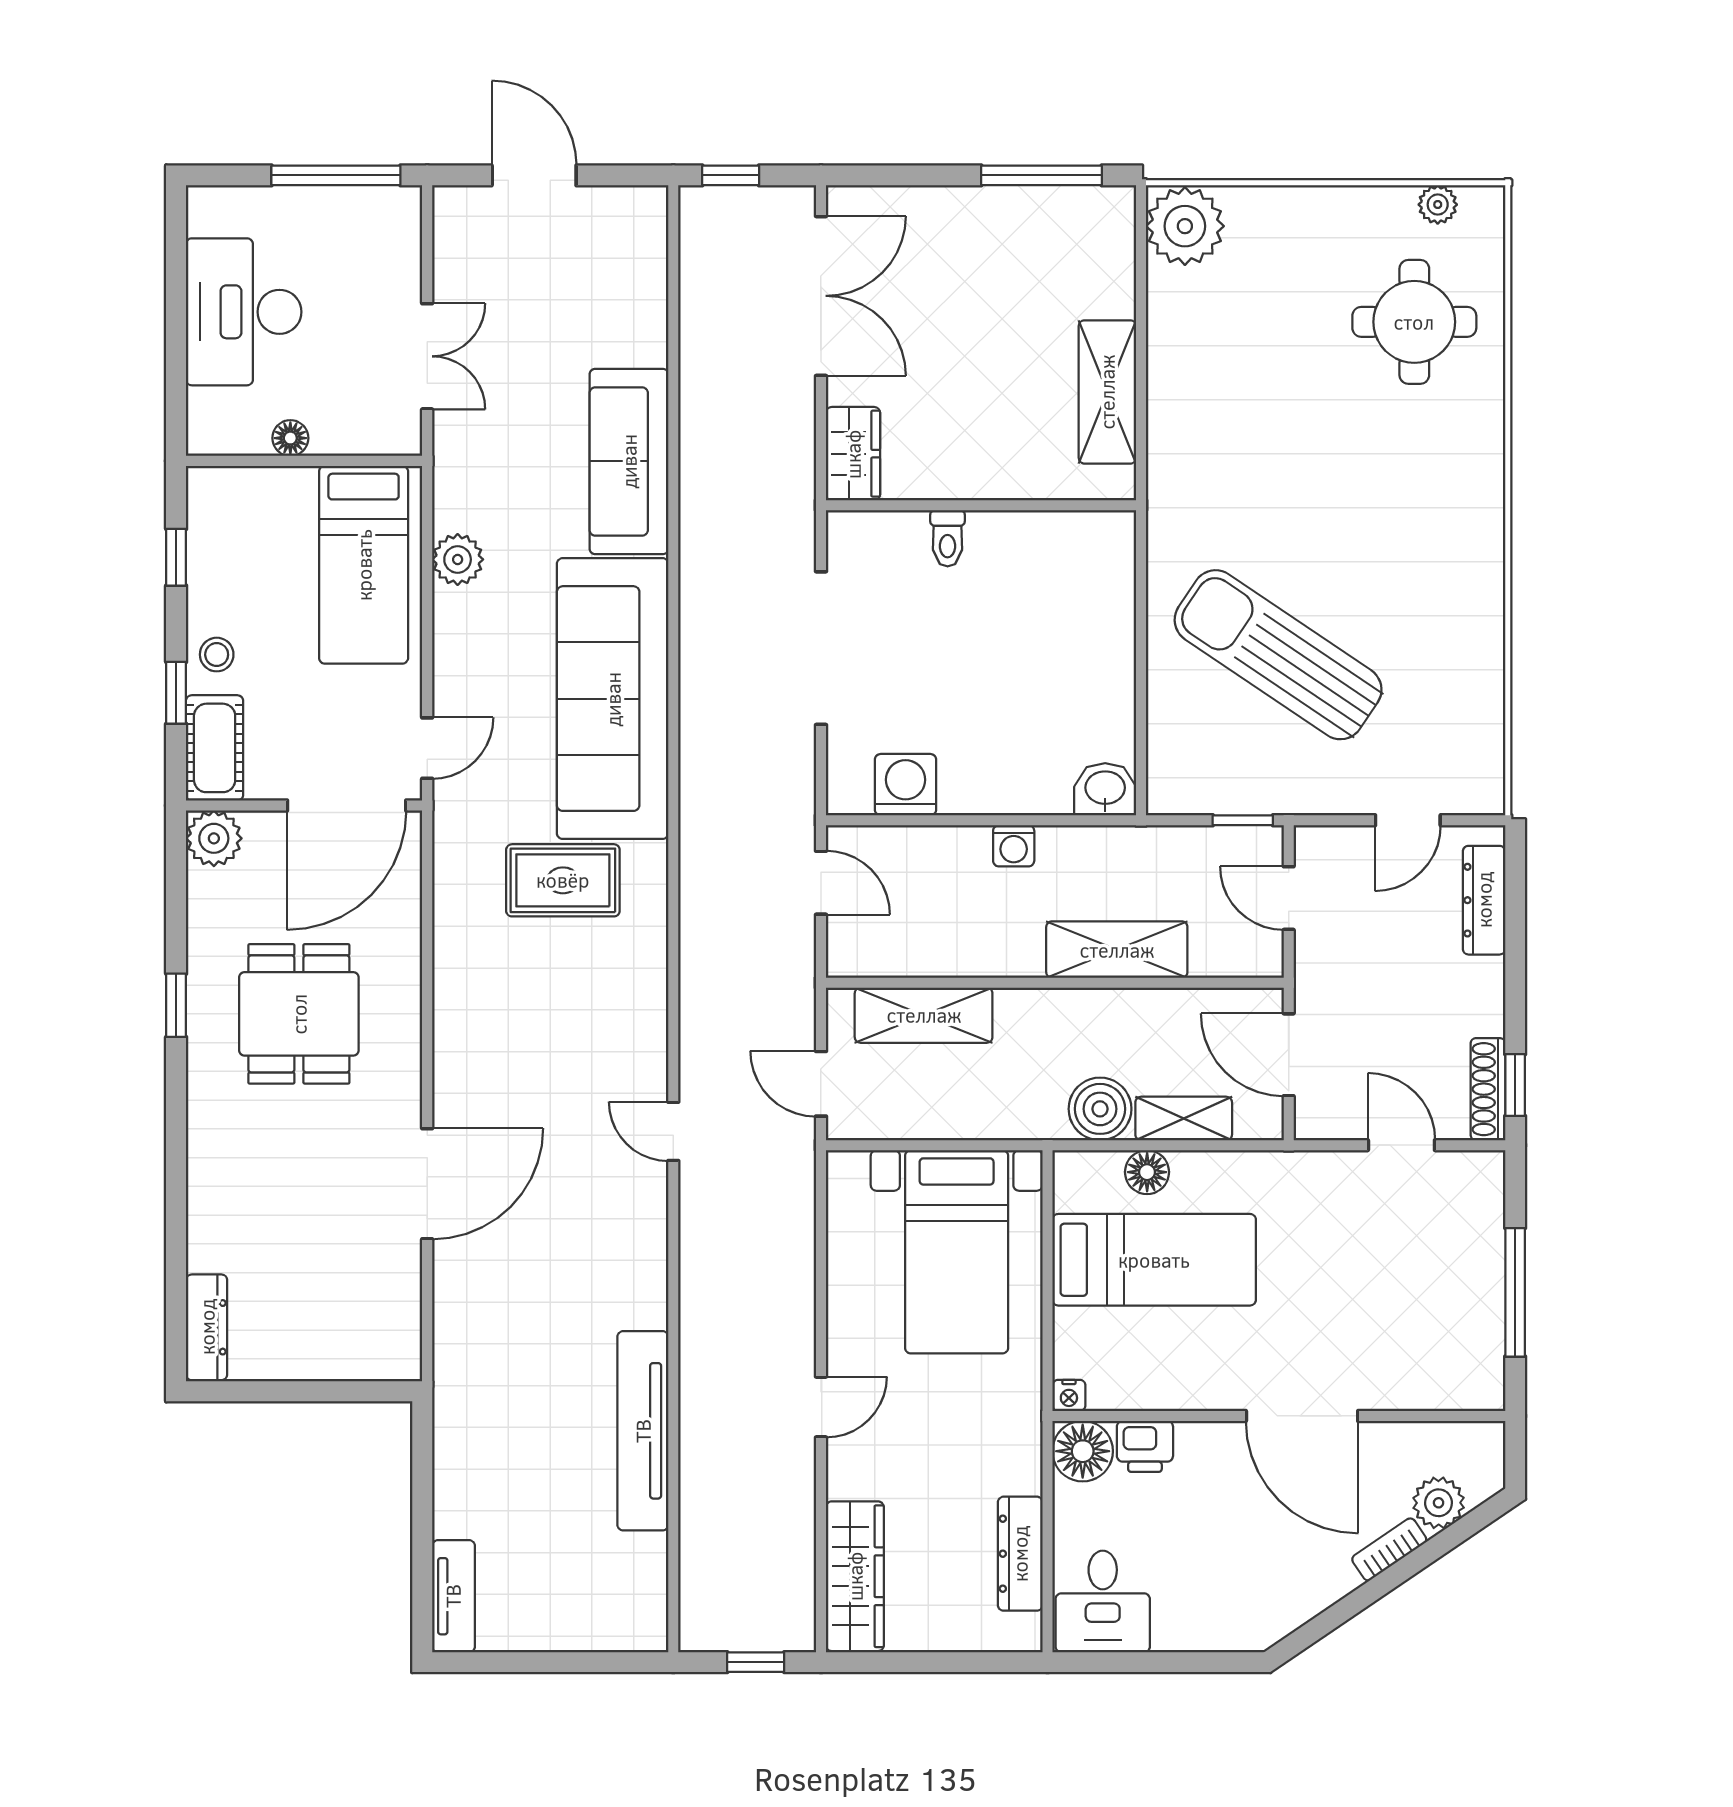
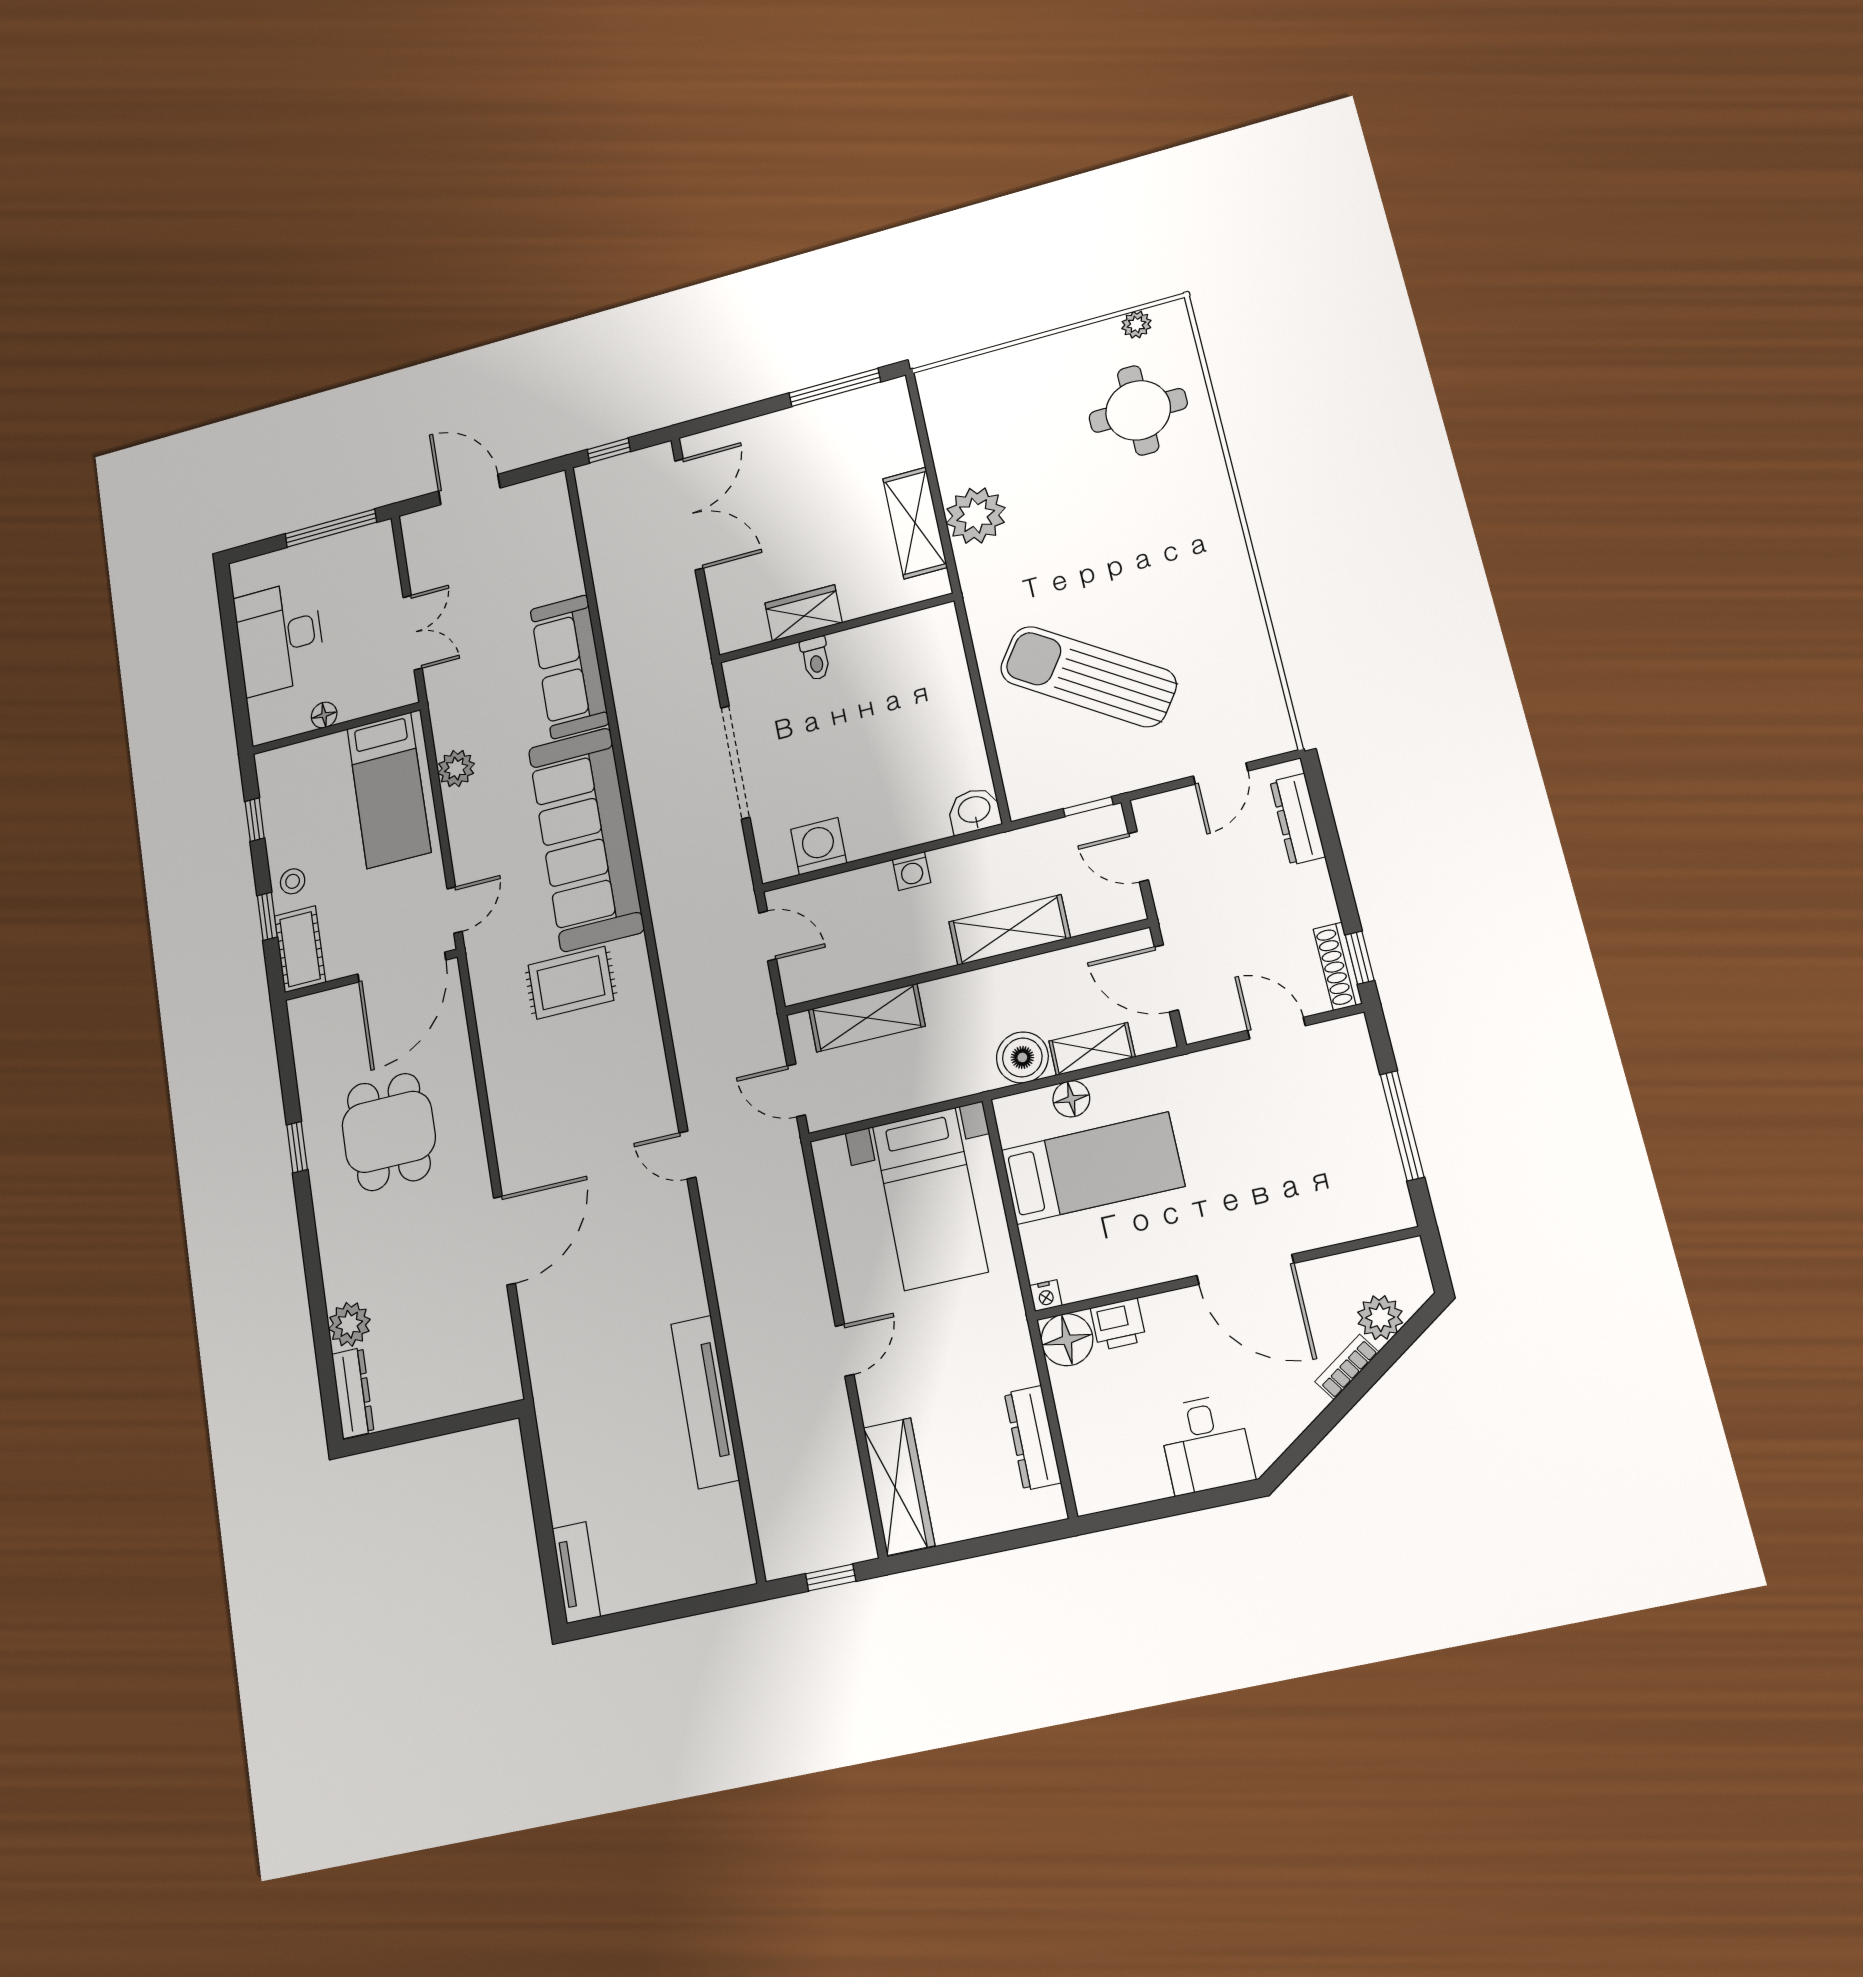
plant: (1185, 226) -> (976, 516), moved
wardrobe: (853, 454) -> (803, 613), moved, turned -90
plant: (214, 838) -> (349, 1324), moved
desk: (1103, 1601) -> (1206, 1444), moved

